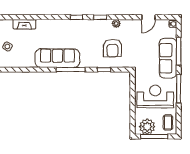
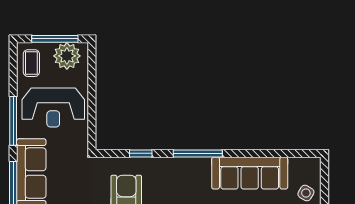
sofa: (57, 58) -> (250, 173), moved

